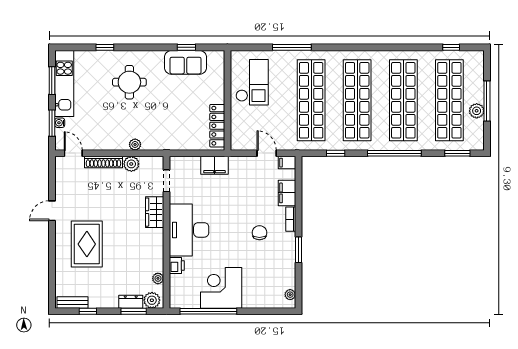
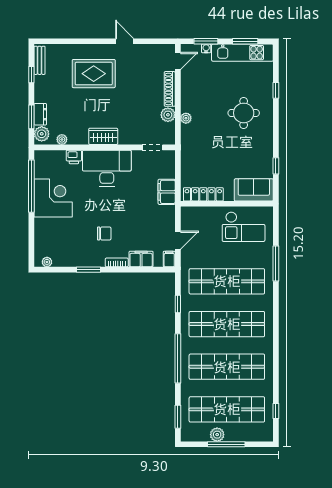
sofa: (186, 62) -> (254, 190), moved, turned 90
wardrobe: (155, 212) -> (103, 136), moved

